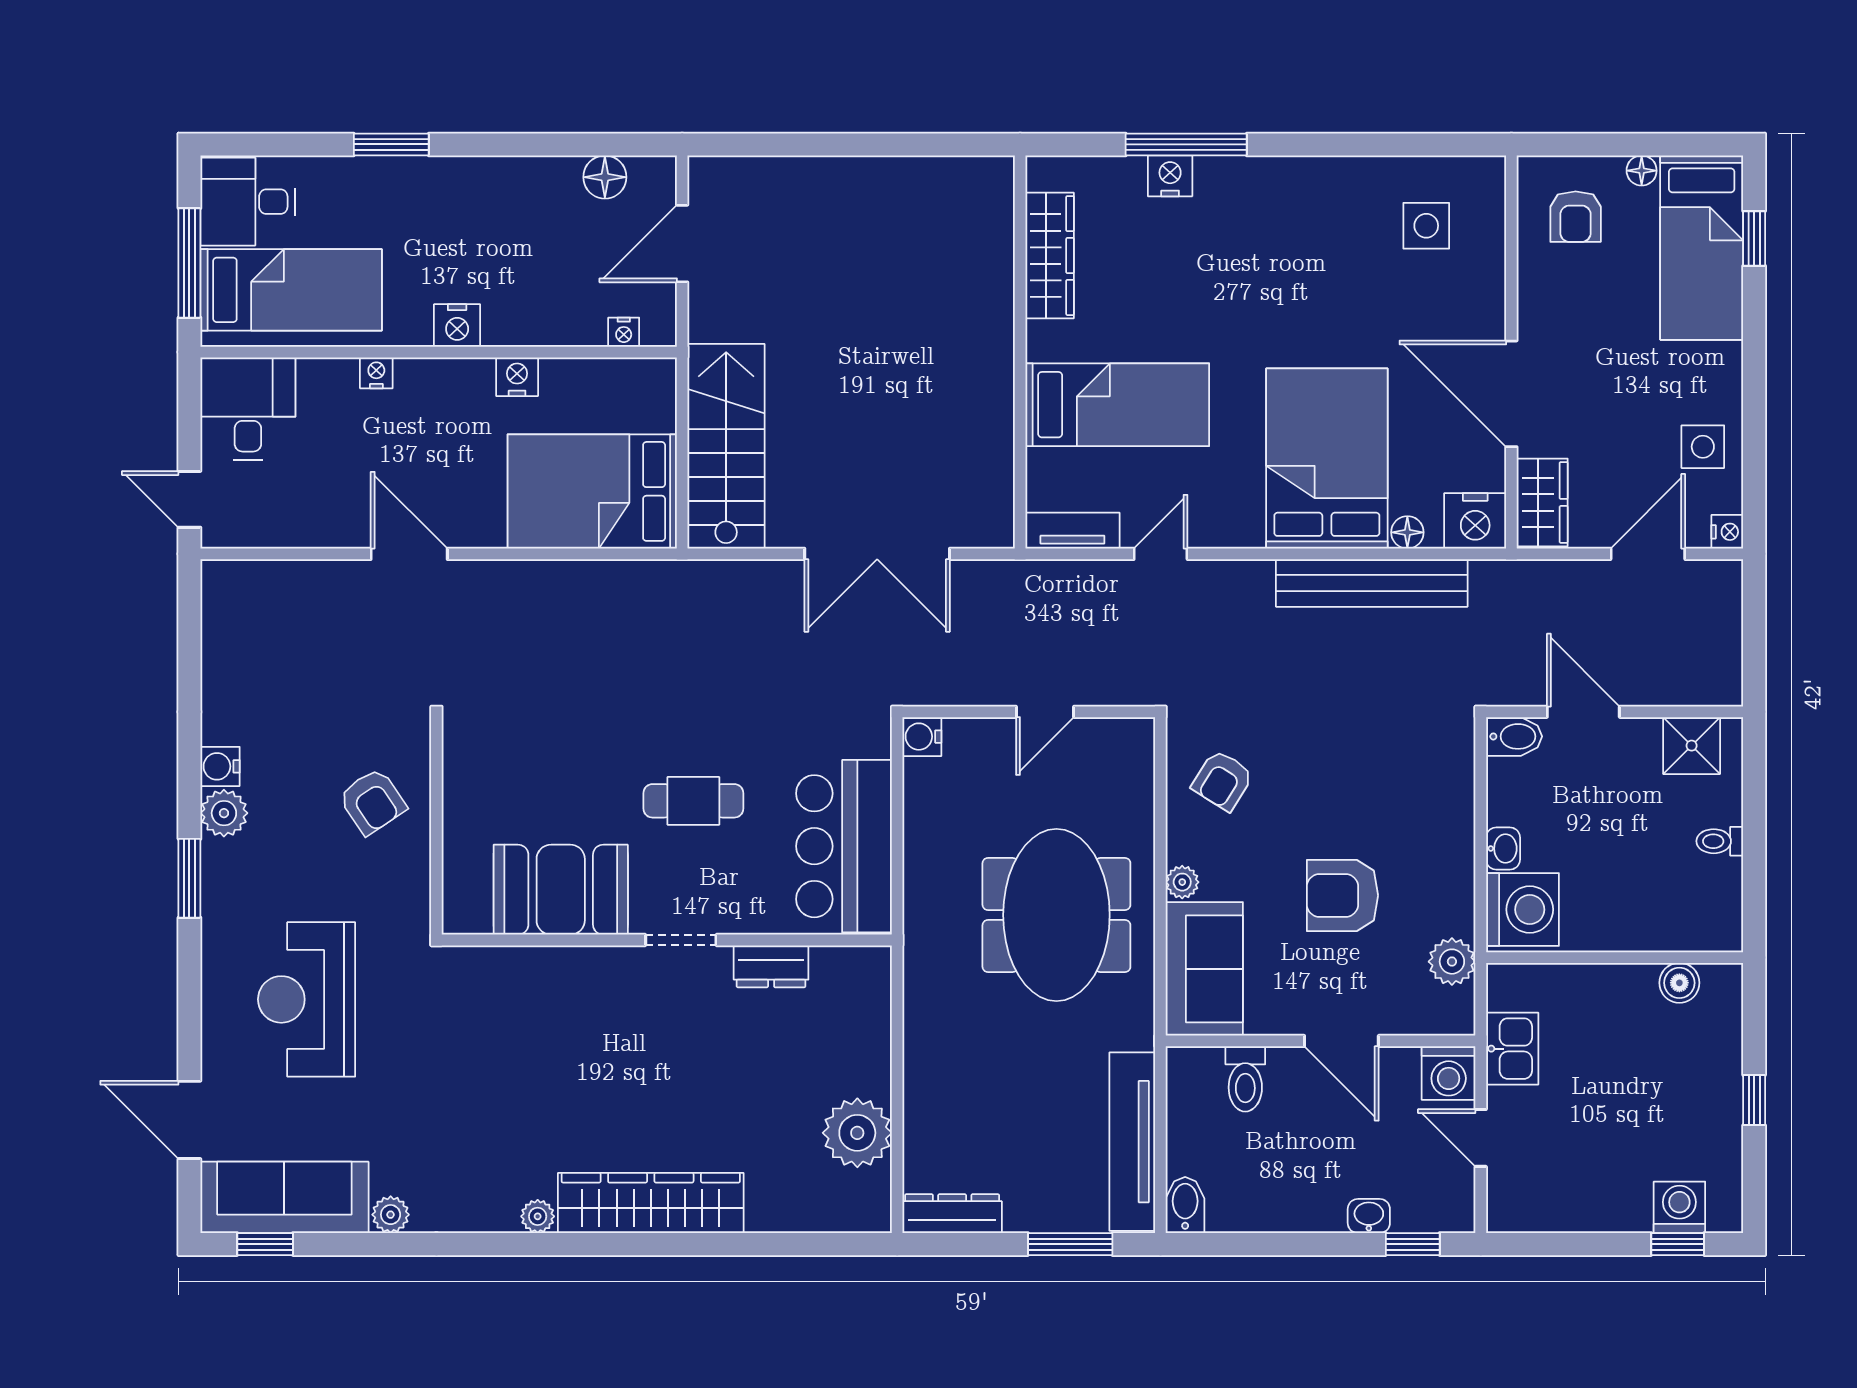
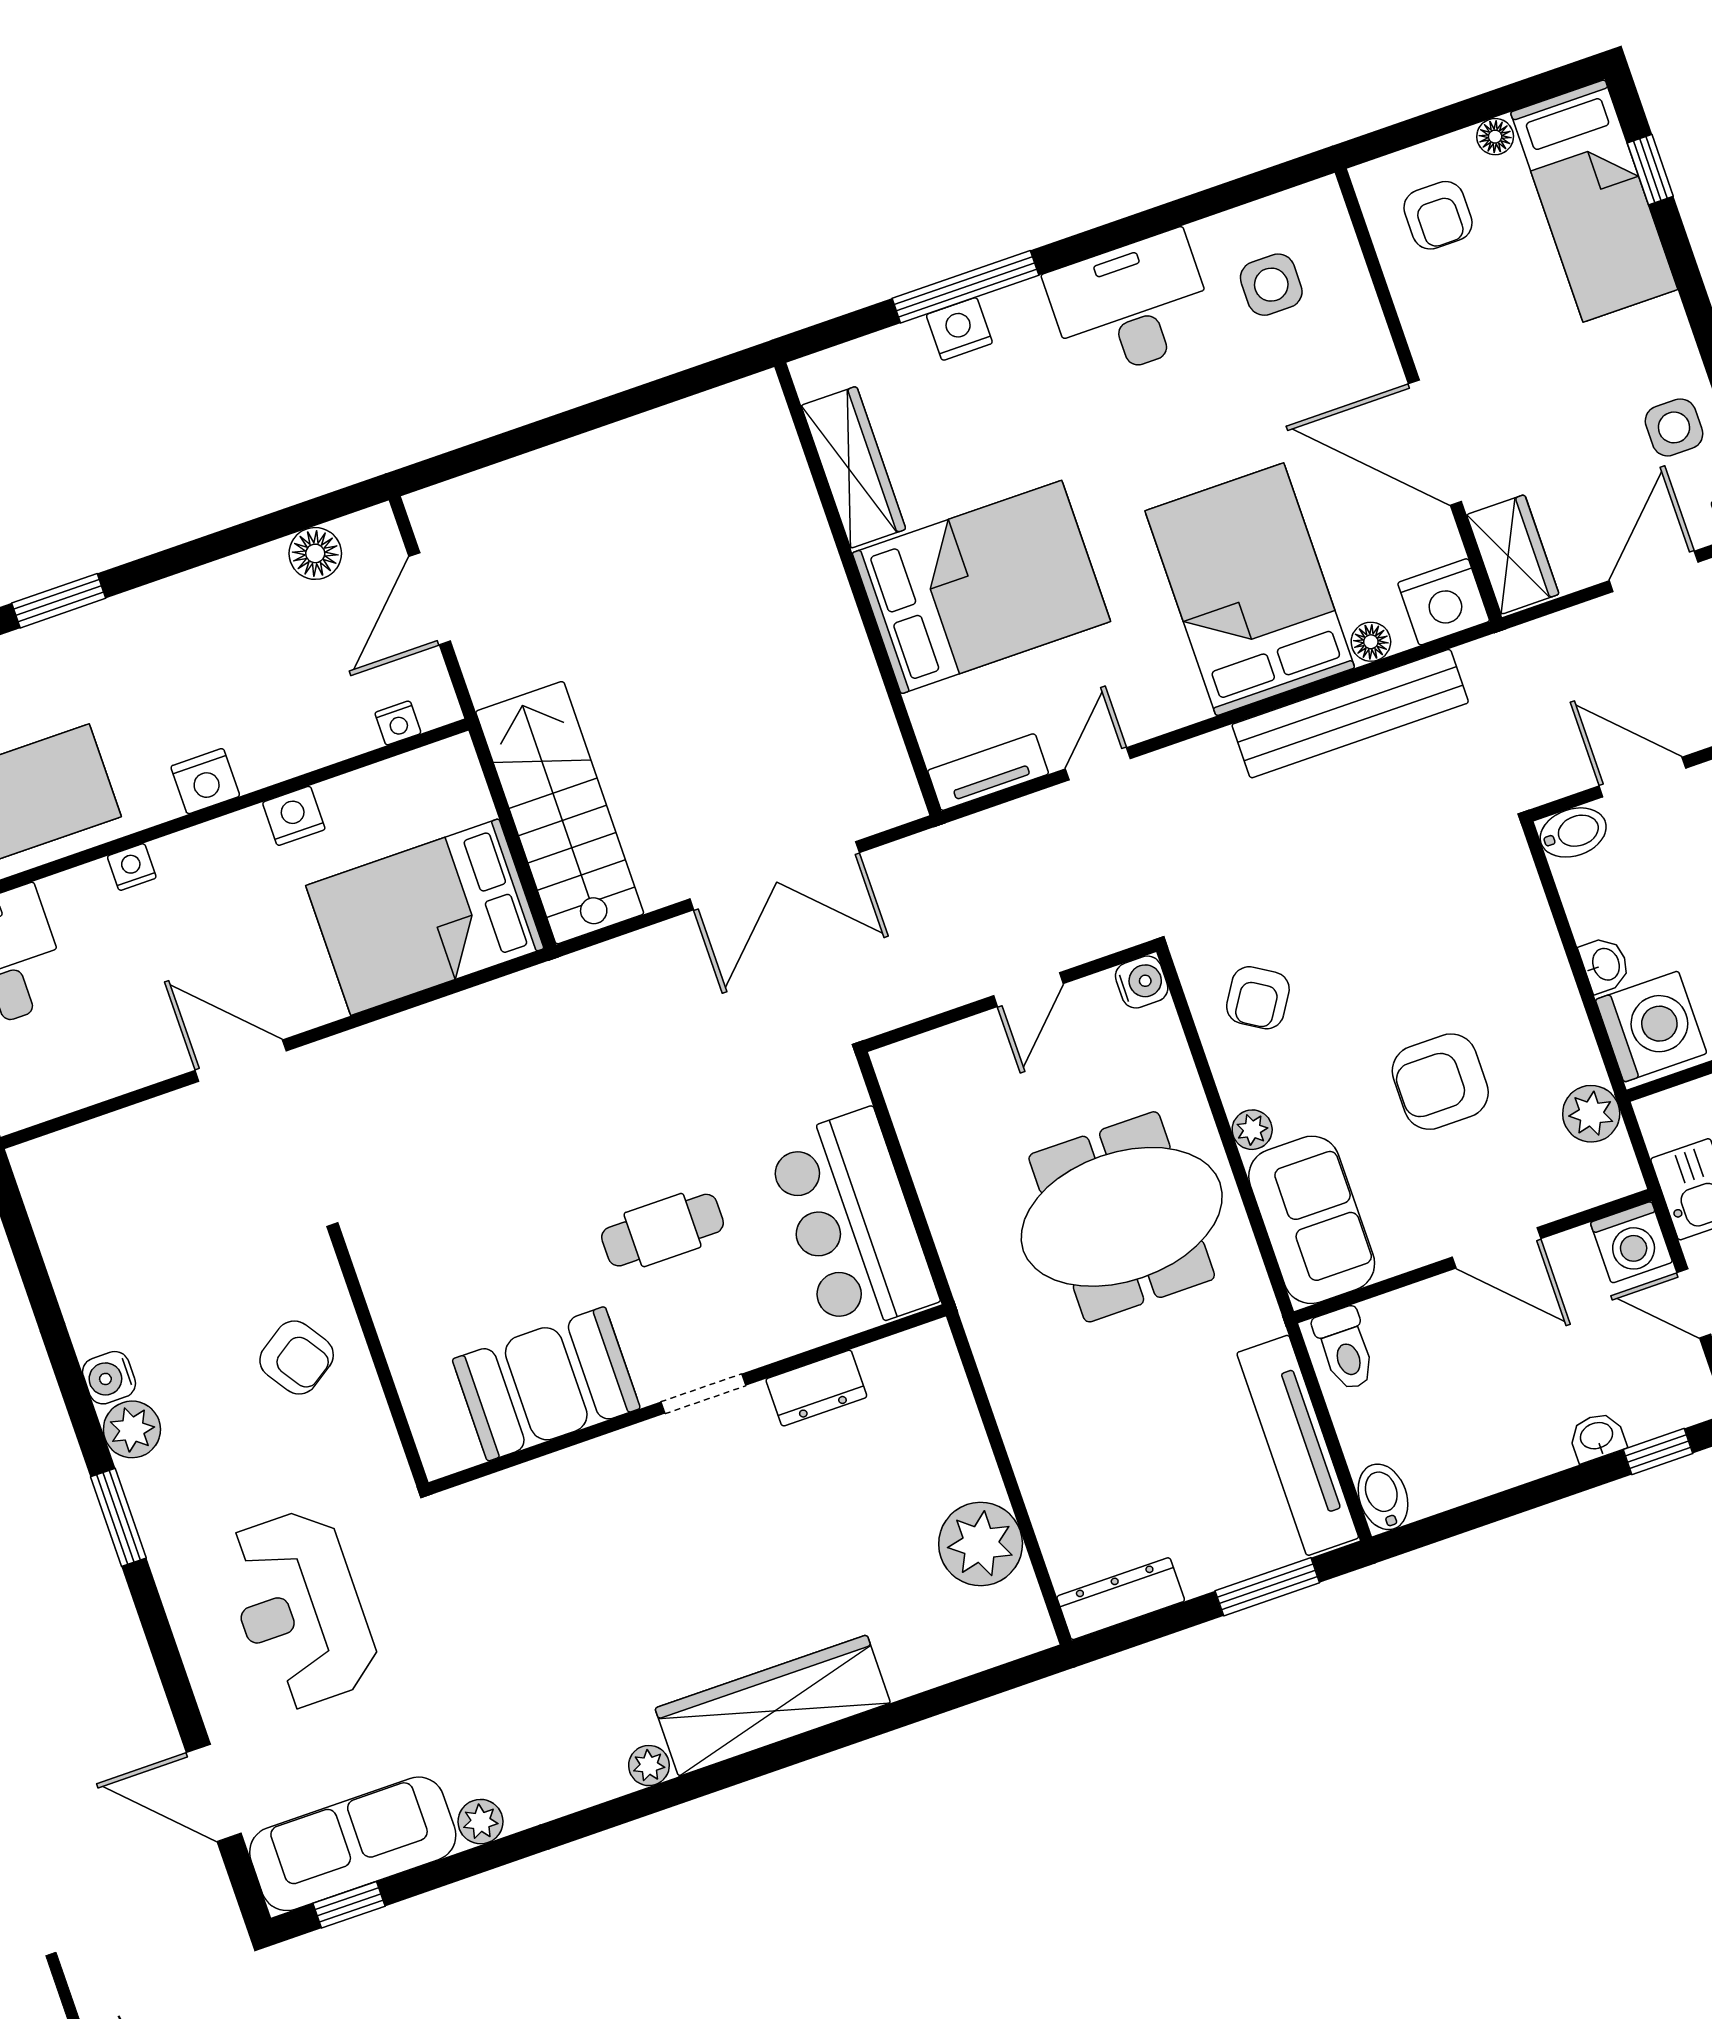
desk: (1310, 204) -> (1131, 306), added
bed: (1117, 405) -> (981, 587), width x1.50
water cooler: (922, 737) -> (1142, 982), moved, turned 180
meeting table: (1056, 915) -> (1122, 1217), turned 90
toilet: (1245, 1079) -> (1345, 1349), moved

